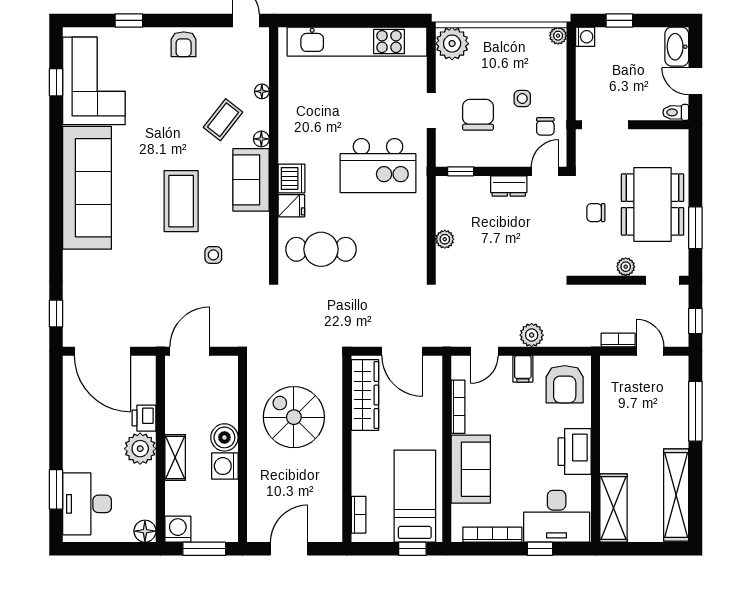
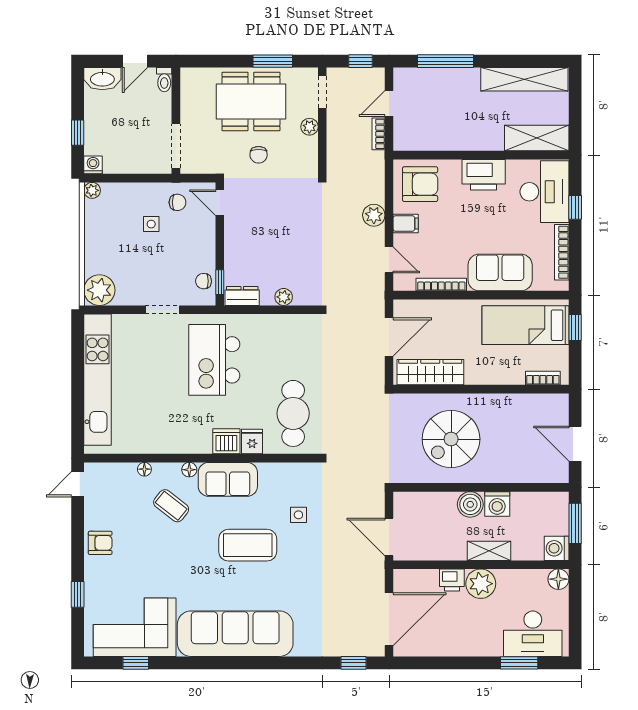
chair: (478, 115) -> (203, 281), moved, width x0.54, depth x0.54
kitchen island: (378, 166) -> (214, 360), turned 180
dresser: (509, 186) -> (242, 296), moved, turned -90

